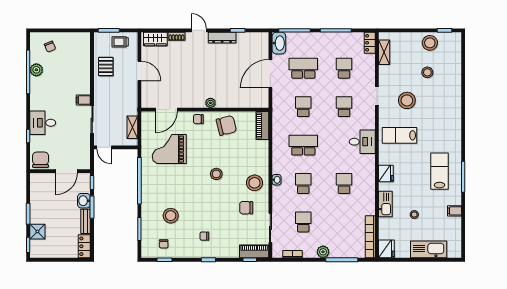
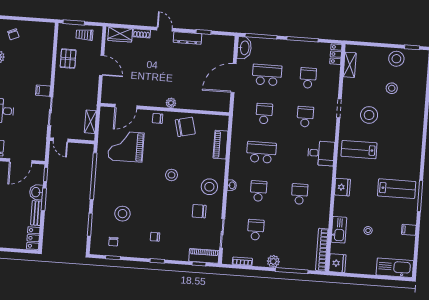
piano: (262, 125) -> (220, 145), moved
lab bench: (439, 171) -> (397, 189), turned 90
kitchen sink: (385, 204) -> (339, 230), moved
kitchen sink: (429, 249) -> (395, 268), moved

